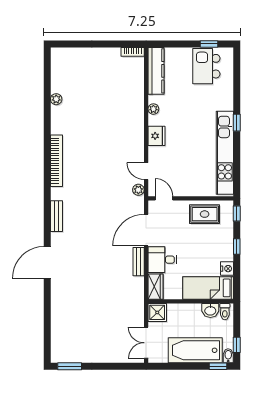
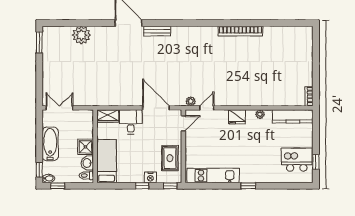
plant: (56, 99) -> (81, 35), moved, width x1.88, depth x1.88
kitchen unit: (225, 153) -> (213, 176), width x0.73
bookcase: (56, 161) -> (240, 31), moved
bench: (56, 216) -> (157, 31), moved
bench: (139, 262) -> (129, 102), removed
nightstand: (227, 269) -> (150, 177), moved
shower: (157, 312) -> (85, 147), moved
bathtub: (195, 350) -> (50, 144), width x0.73, depth x0.73

